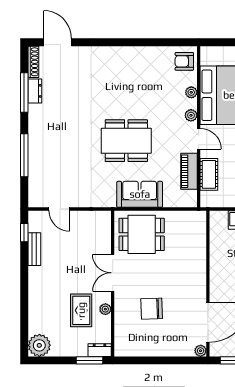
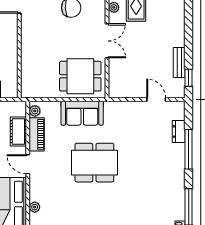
dresser: (35, 91) -> (179, 131), moved
plant: (191, 115) -> (35, 111), moved

